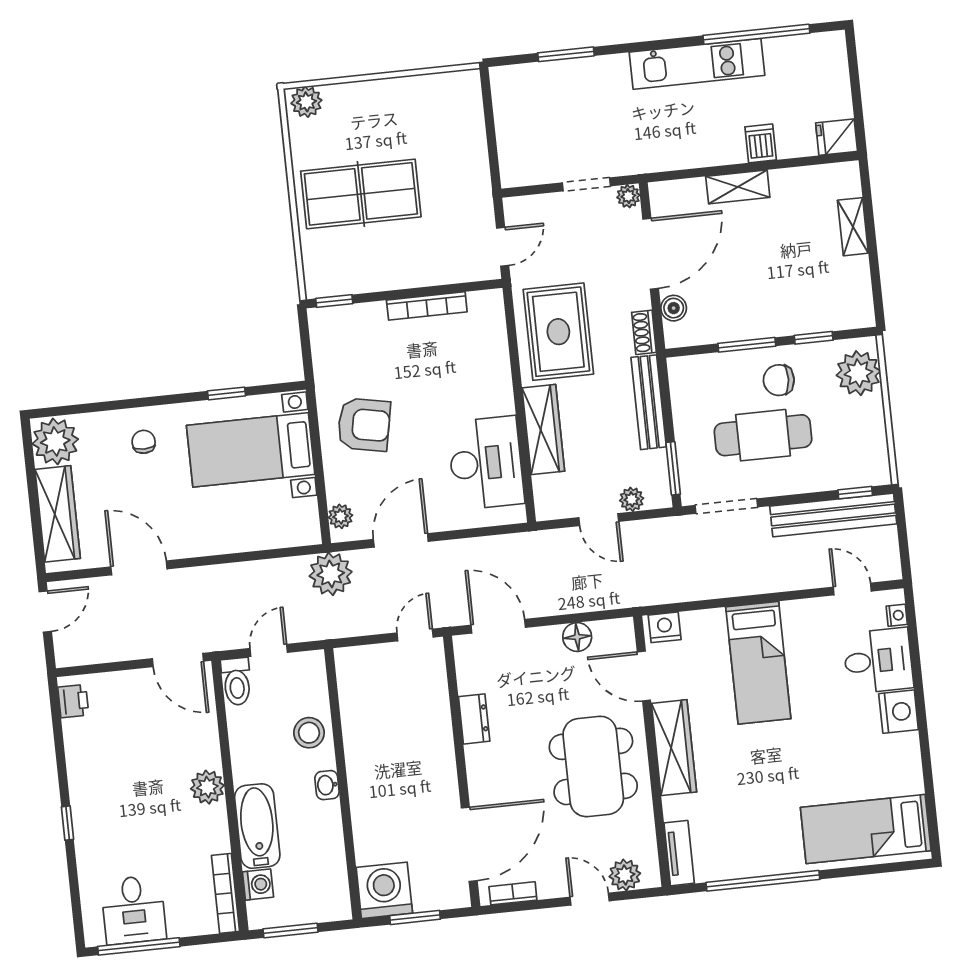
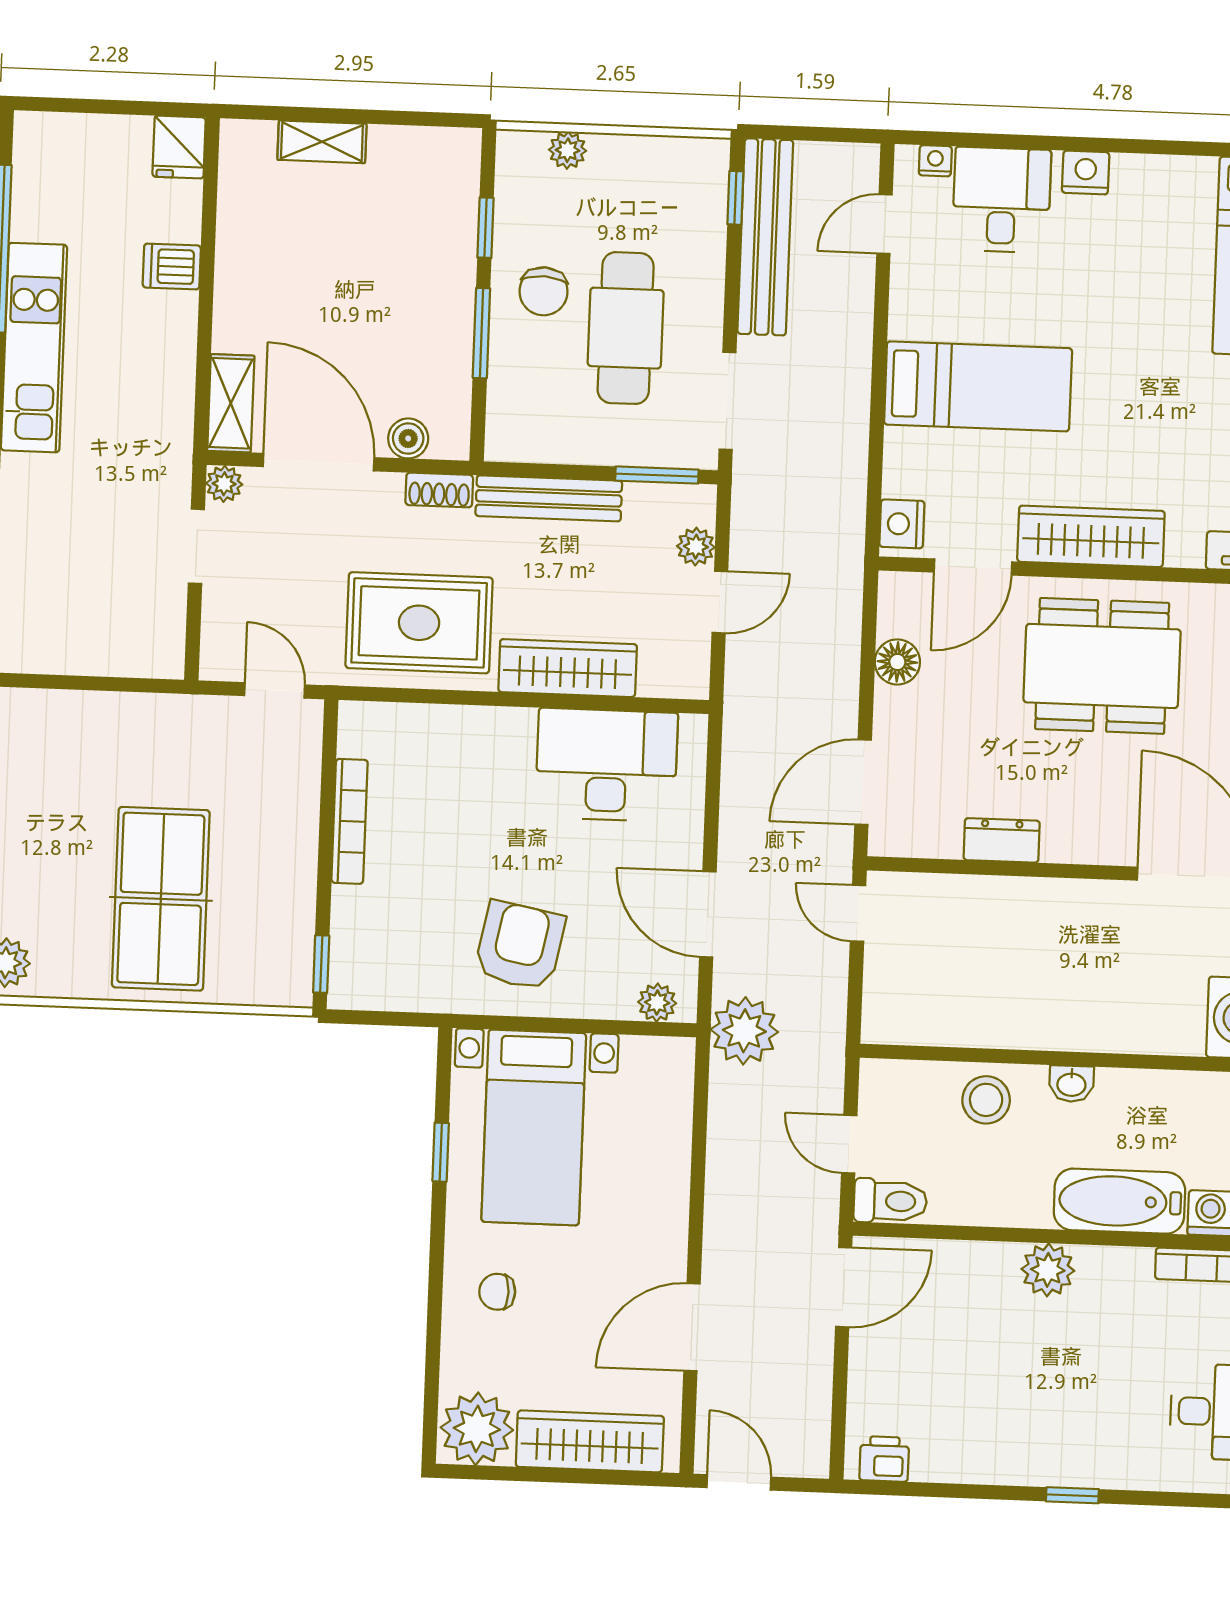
shelving: (738, 187) -> (231, 403), moved
plant: (858, 373) -> (568, 150), width x0.53, depth x0.53
nightstand: (899, 712) -> (1086, 173), width x0.74, depth x0.75

